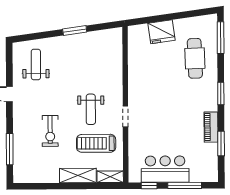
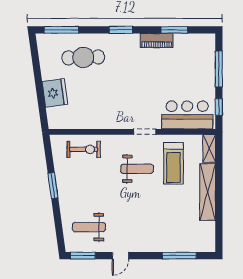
window: (9, 59) -> (83, 256), added
exercise bike: (50, 131) -> (84, 149), moved
bar counter: (165, 169) -> (187, 115), moved, turned 90
shelving: (78, 175) -> (208, 192), width x1.47

